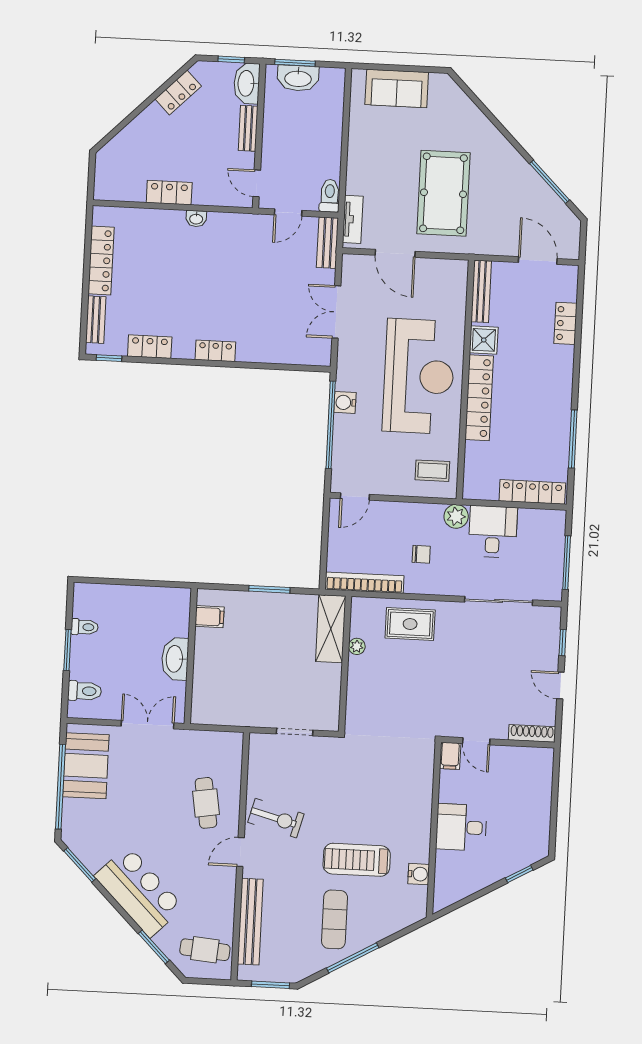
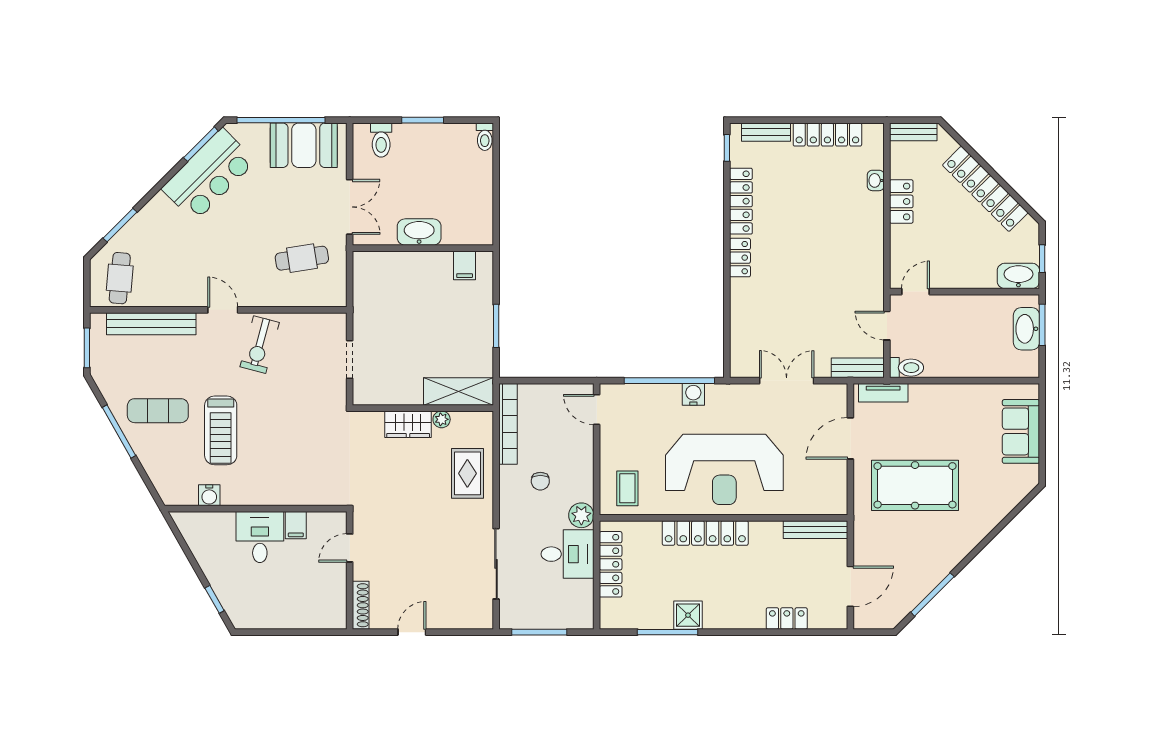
locker: (178, 93) -> (985, 189), width x2.16, depth x1.21
bench: (248, 128) -> (913, 132), moved
washbasin: (196, 219) -> (876, 180), moved
shower: (484, 340) -> (688, 615), moved
locker: (150, 347) -> (741, 201), width x1.53
locker: (532, 492) -> (611, 564), moved
toilet: (85, 627) -> (485, 137), moved
window: (563, 643) -> (456, 632), removed
wardrobe: (360, 679) -> (408, 424), added
filing cabinet: (450, 756) -> (296, 525), moved, turned -90
cafe table: (206, 803) -> (302, 258), moved
treadmill: (357, 860) -> (221, 430), turned 180
bar counter: (139, 892) -> (209, 175), moved

